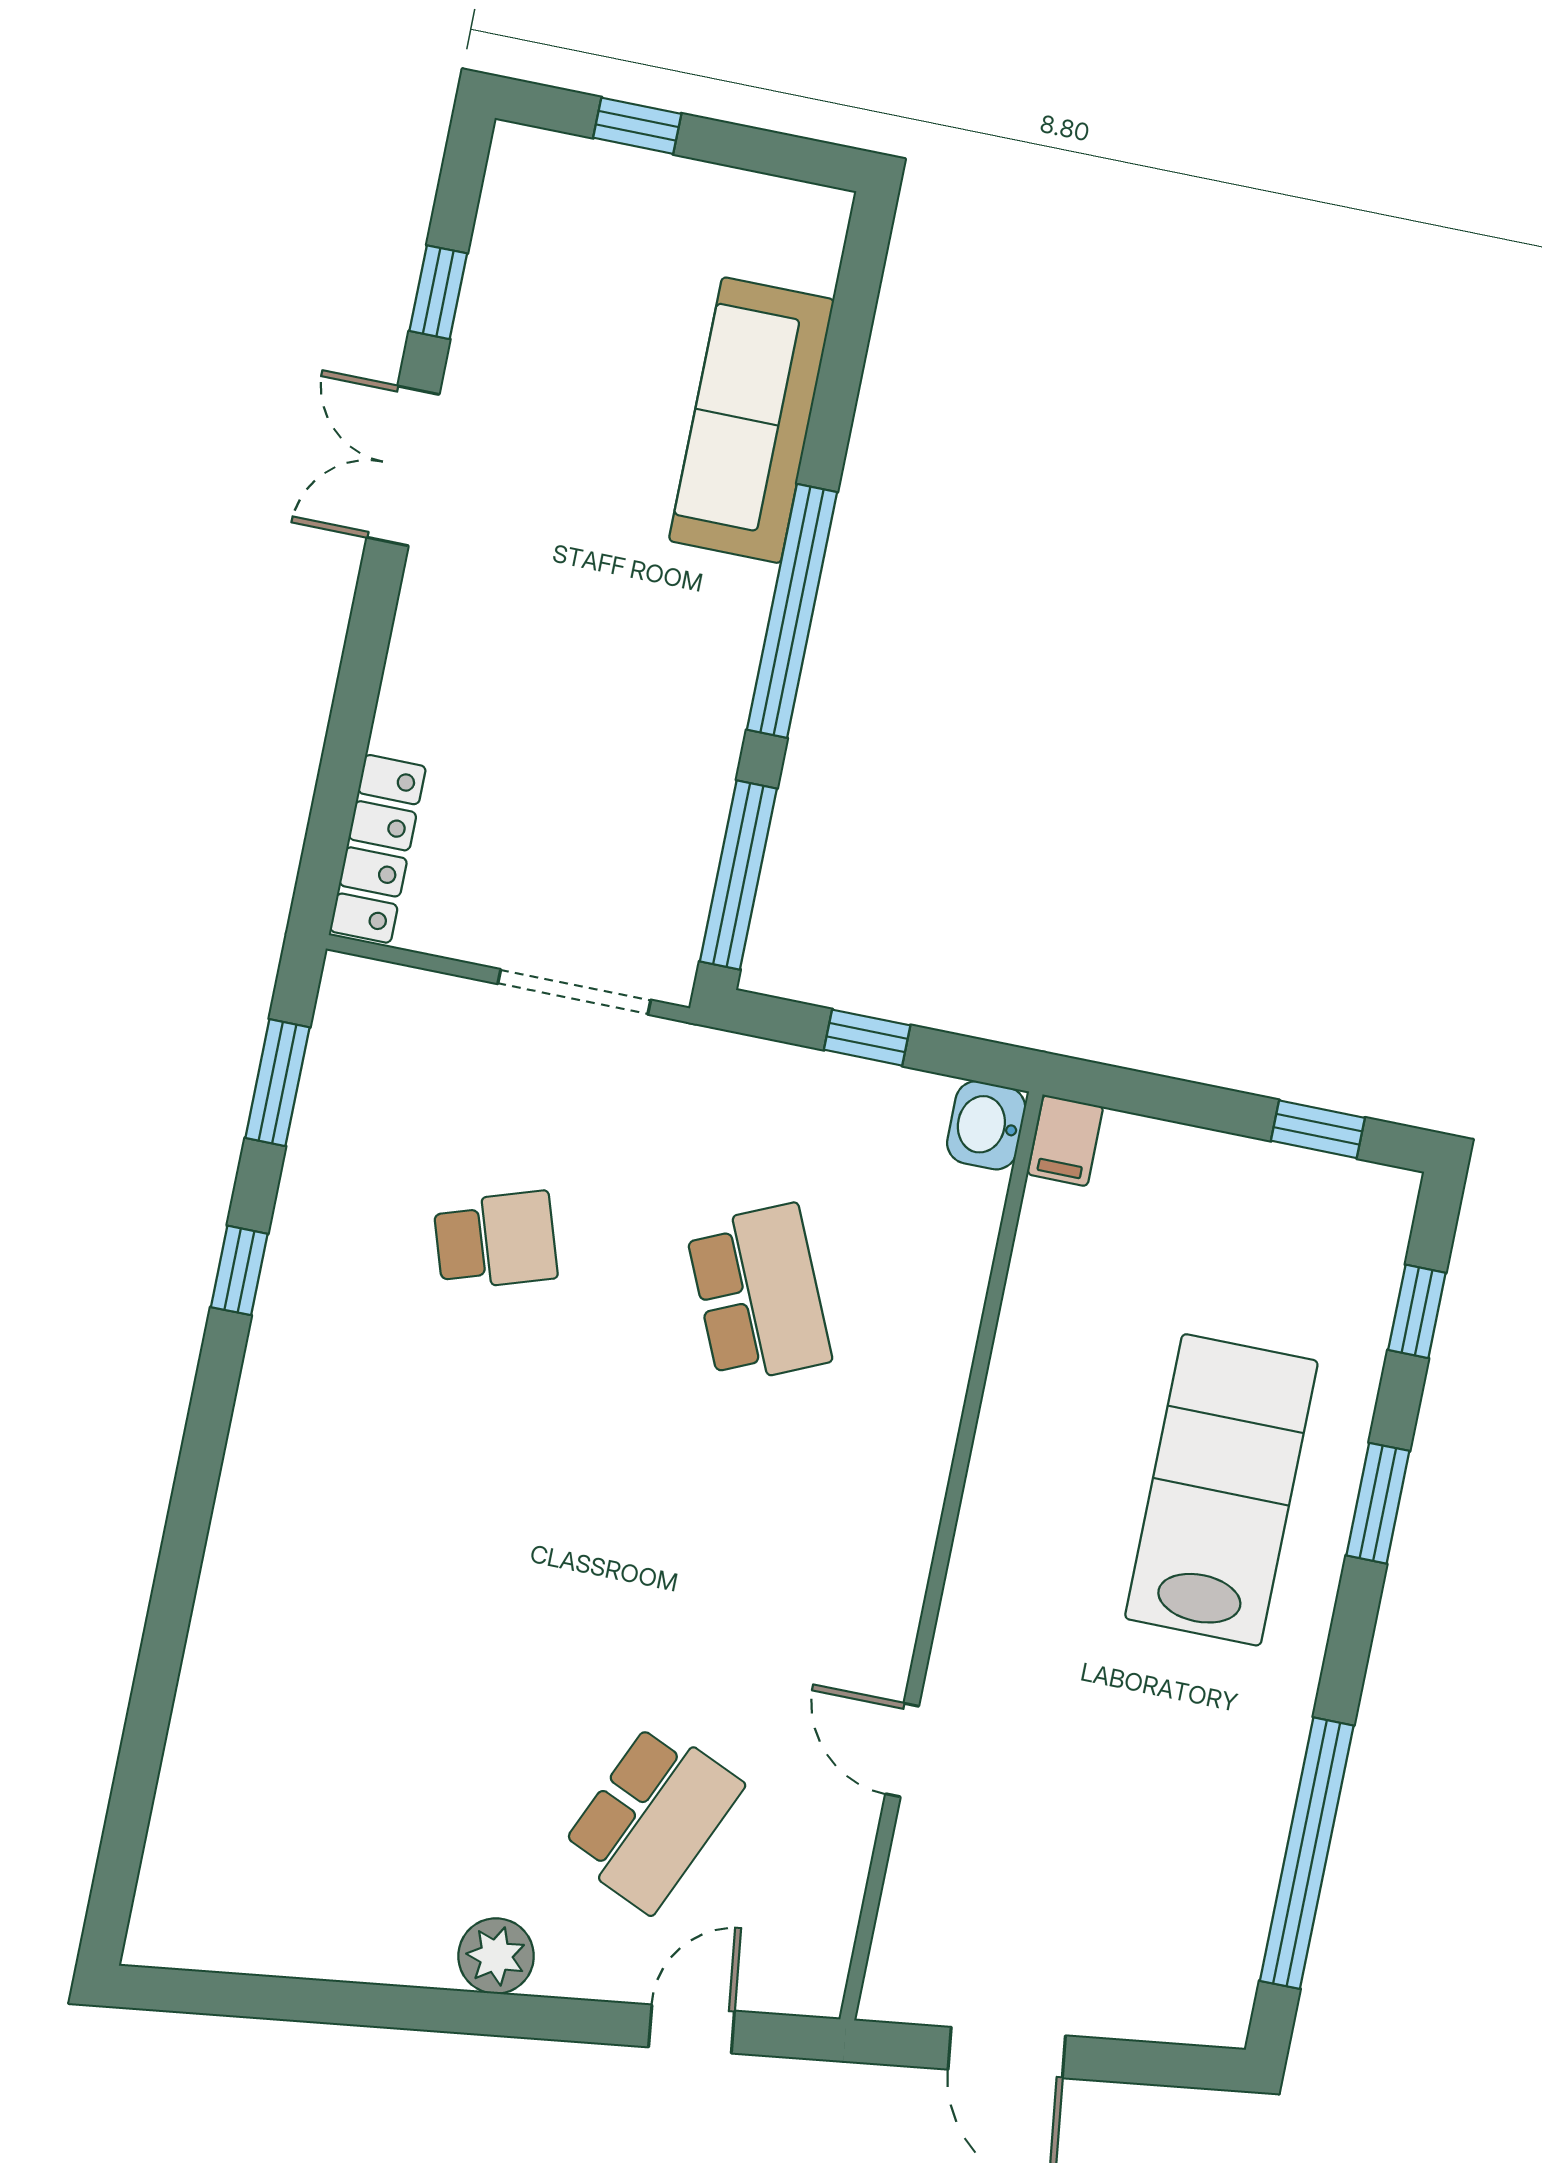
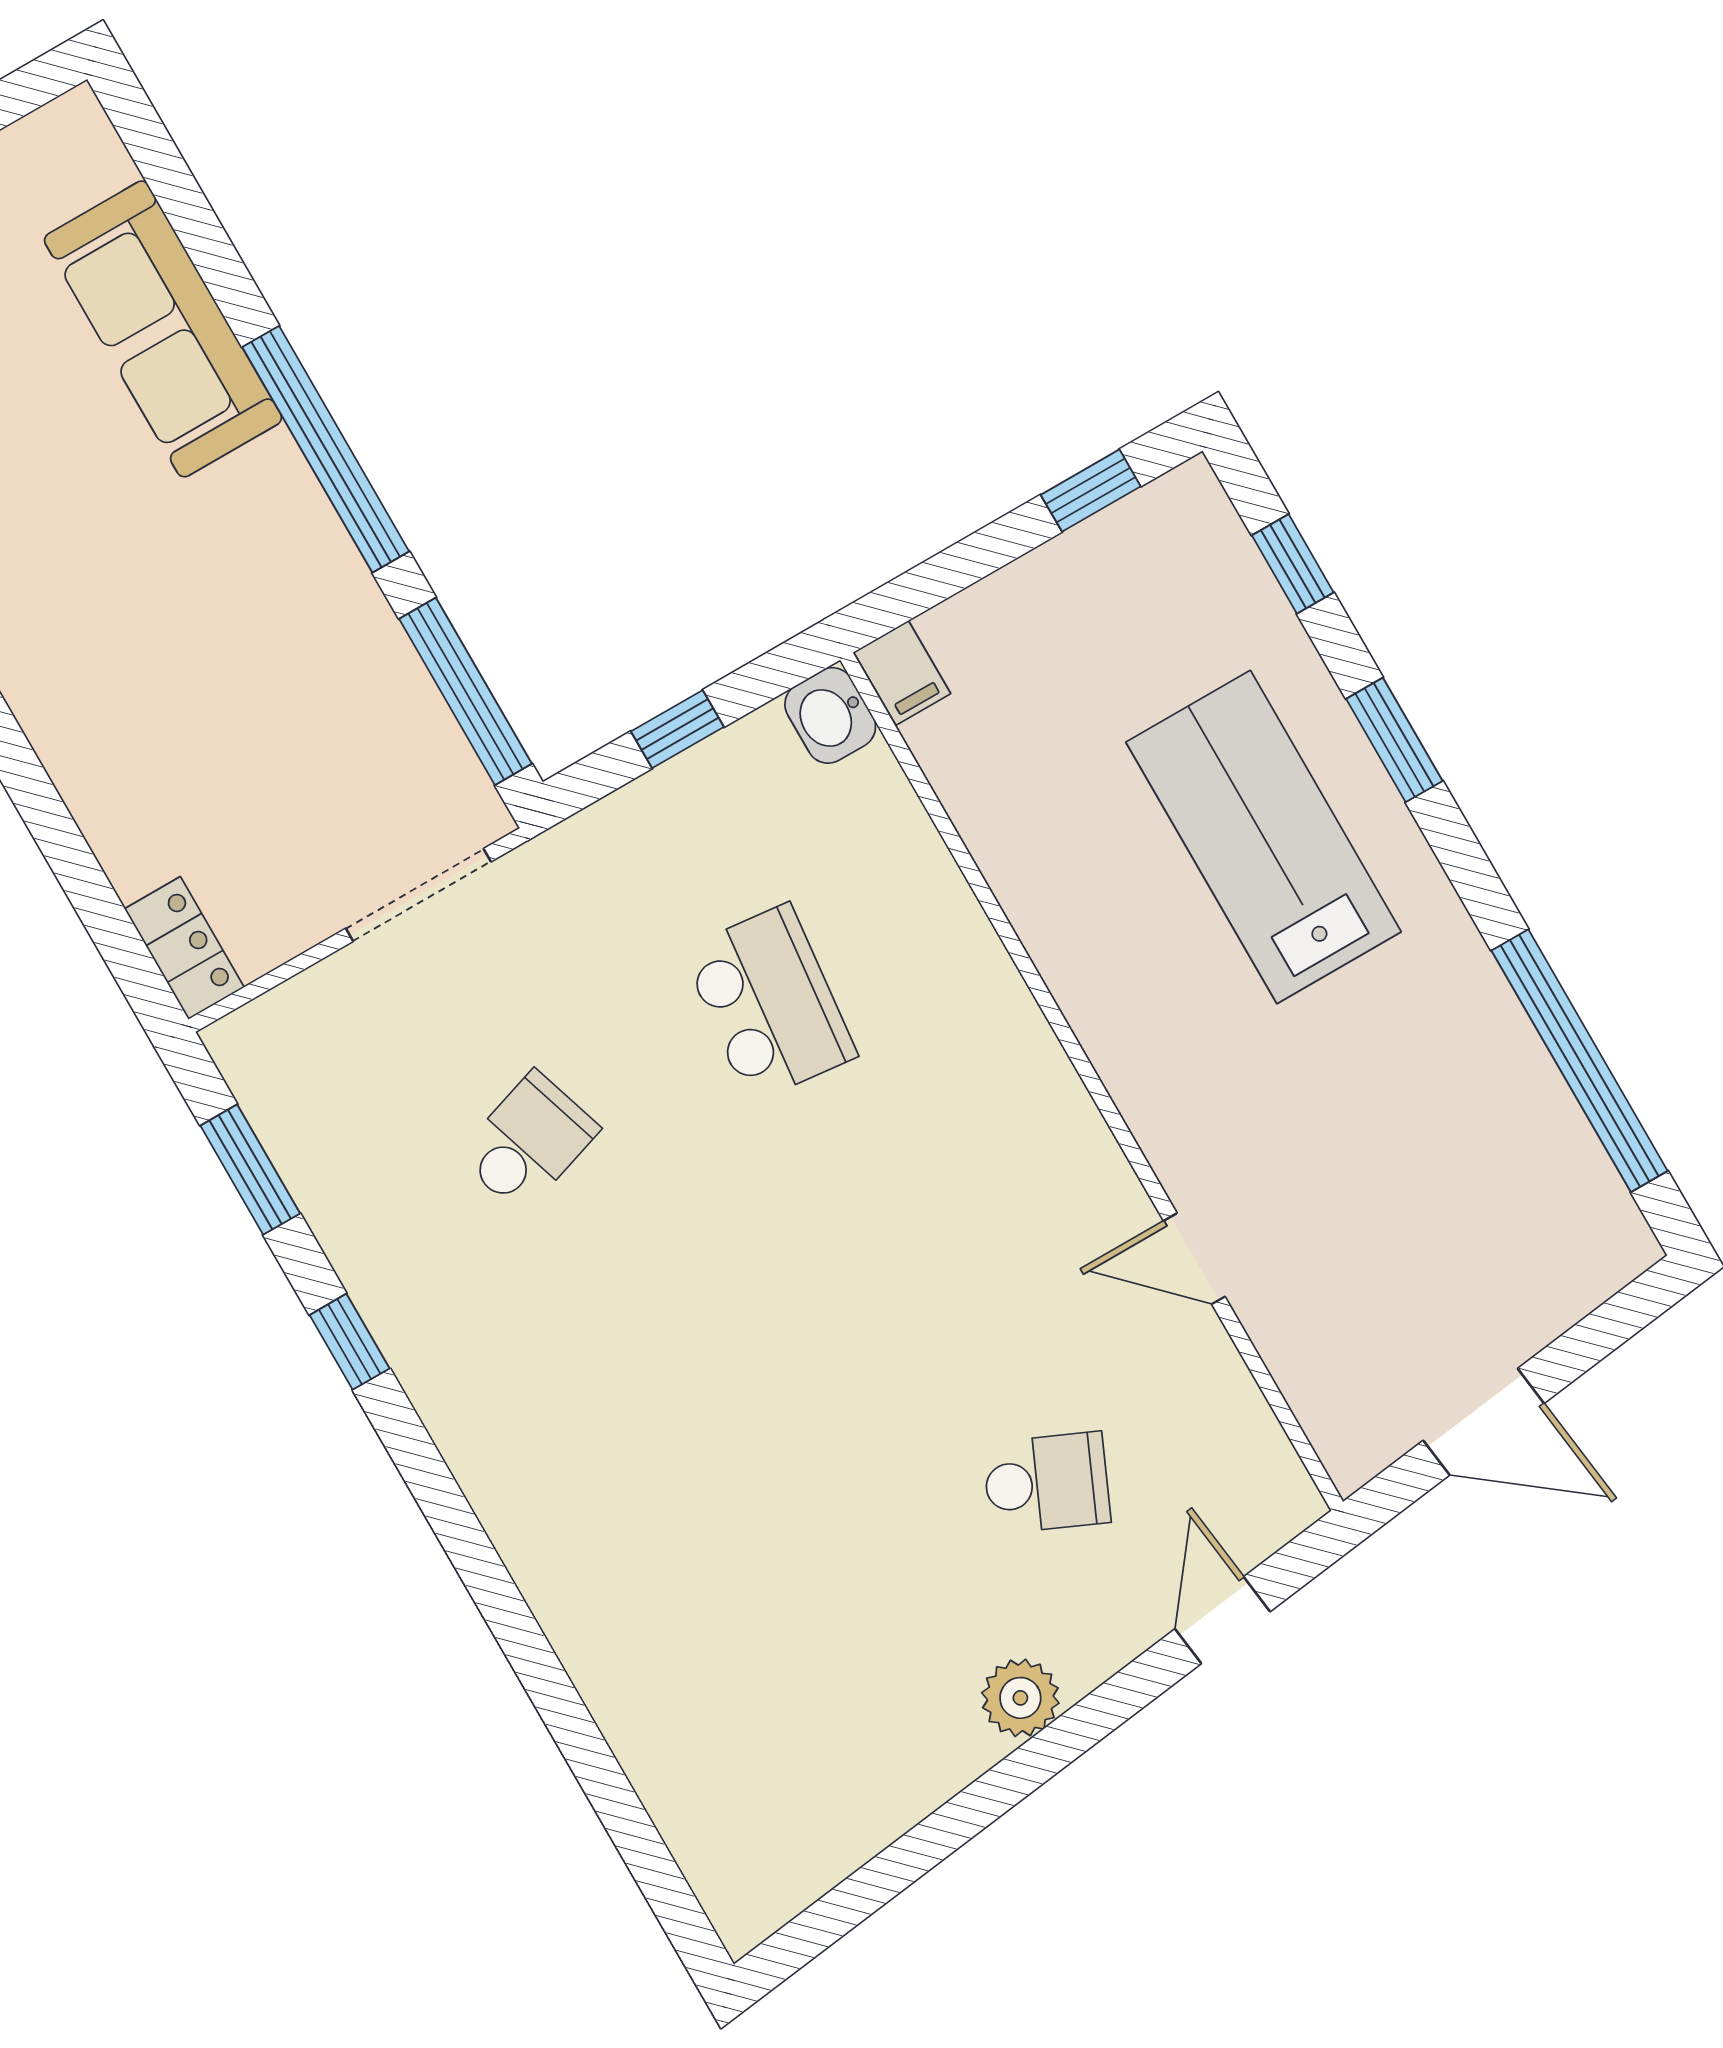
locker: (378, 849) -> (184, 948), width x0.66
school desk: (759, 1294) -> (769, 1003), turned 30
school desk: (652, 1817) -> (1047, 1483), width x0.54

